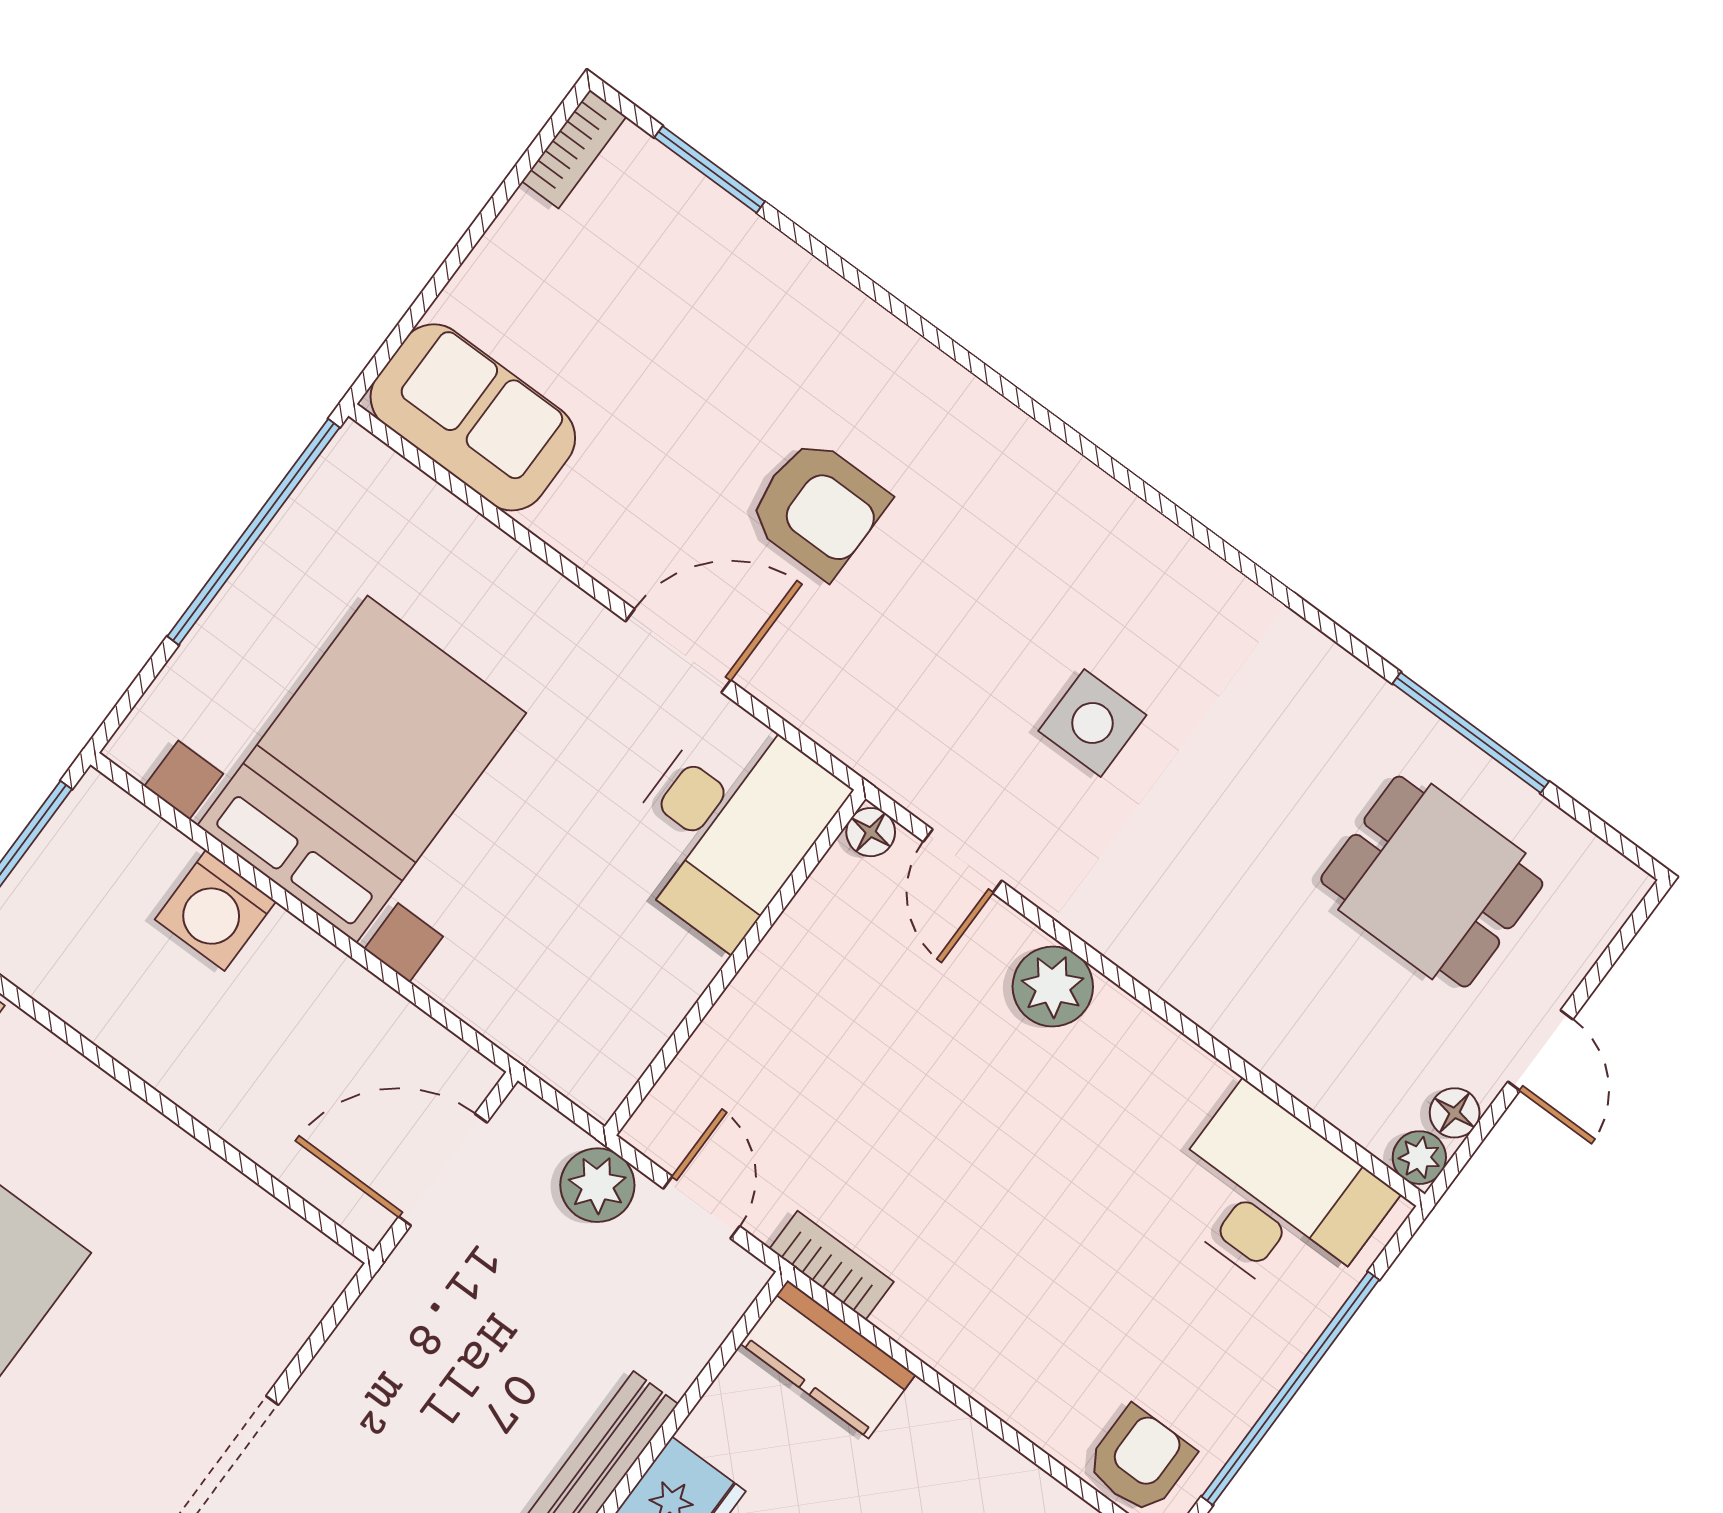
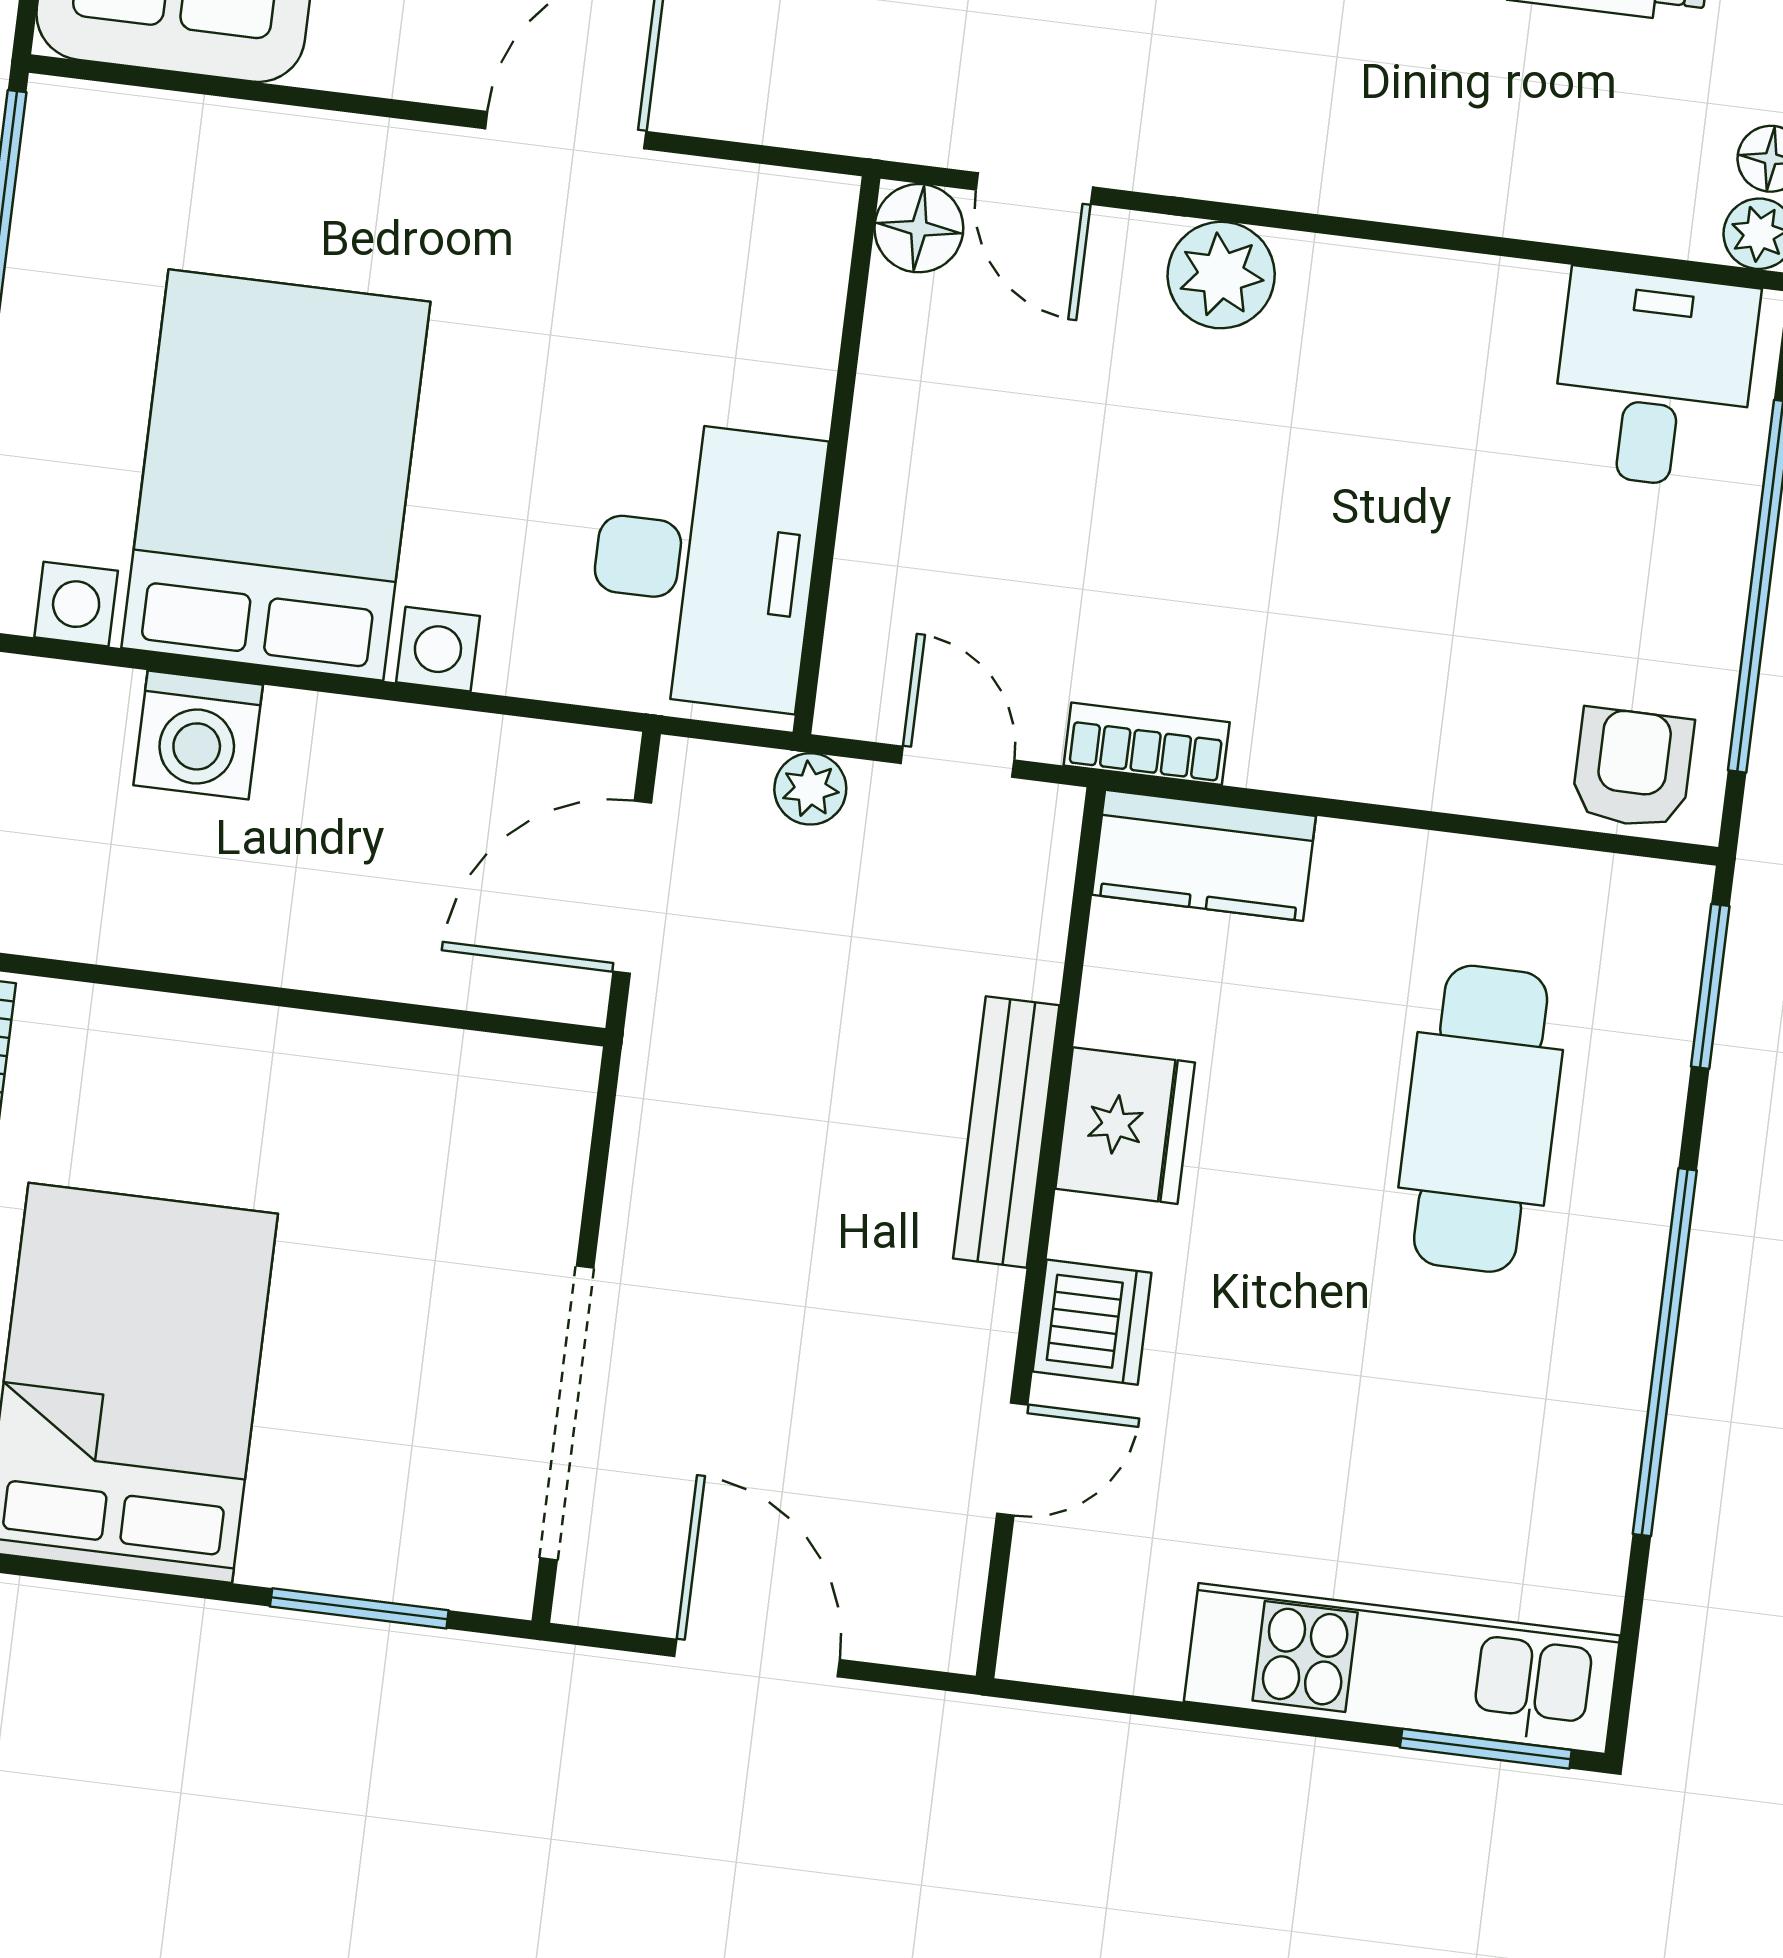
desk: (728, 825) -> (704, 565), moved
floor lamp: (871, 832) -> (919, 228), width x1.37, depth x1.37
plant: (597, 1185) -> (810, 789), width x0.73, depth x0.73
desk: (1276, 1198) -> (1654, 379), width x0.73

